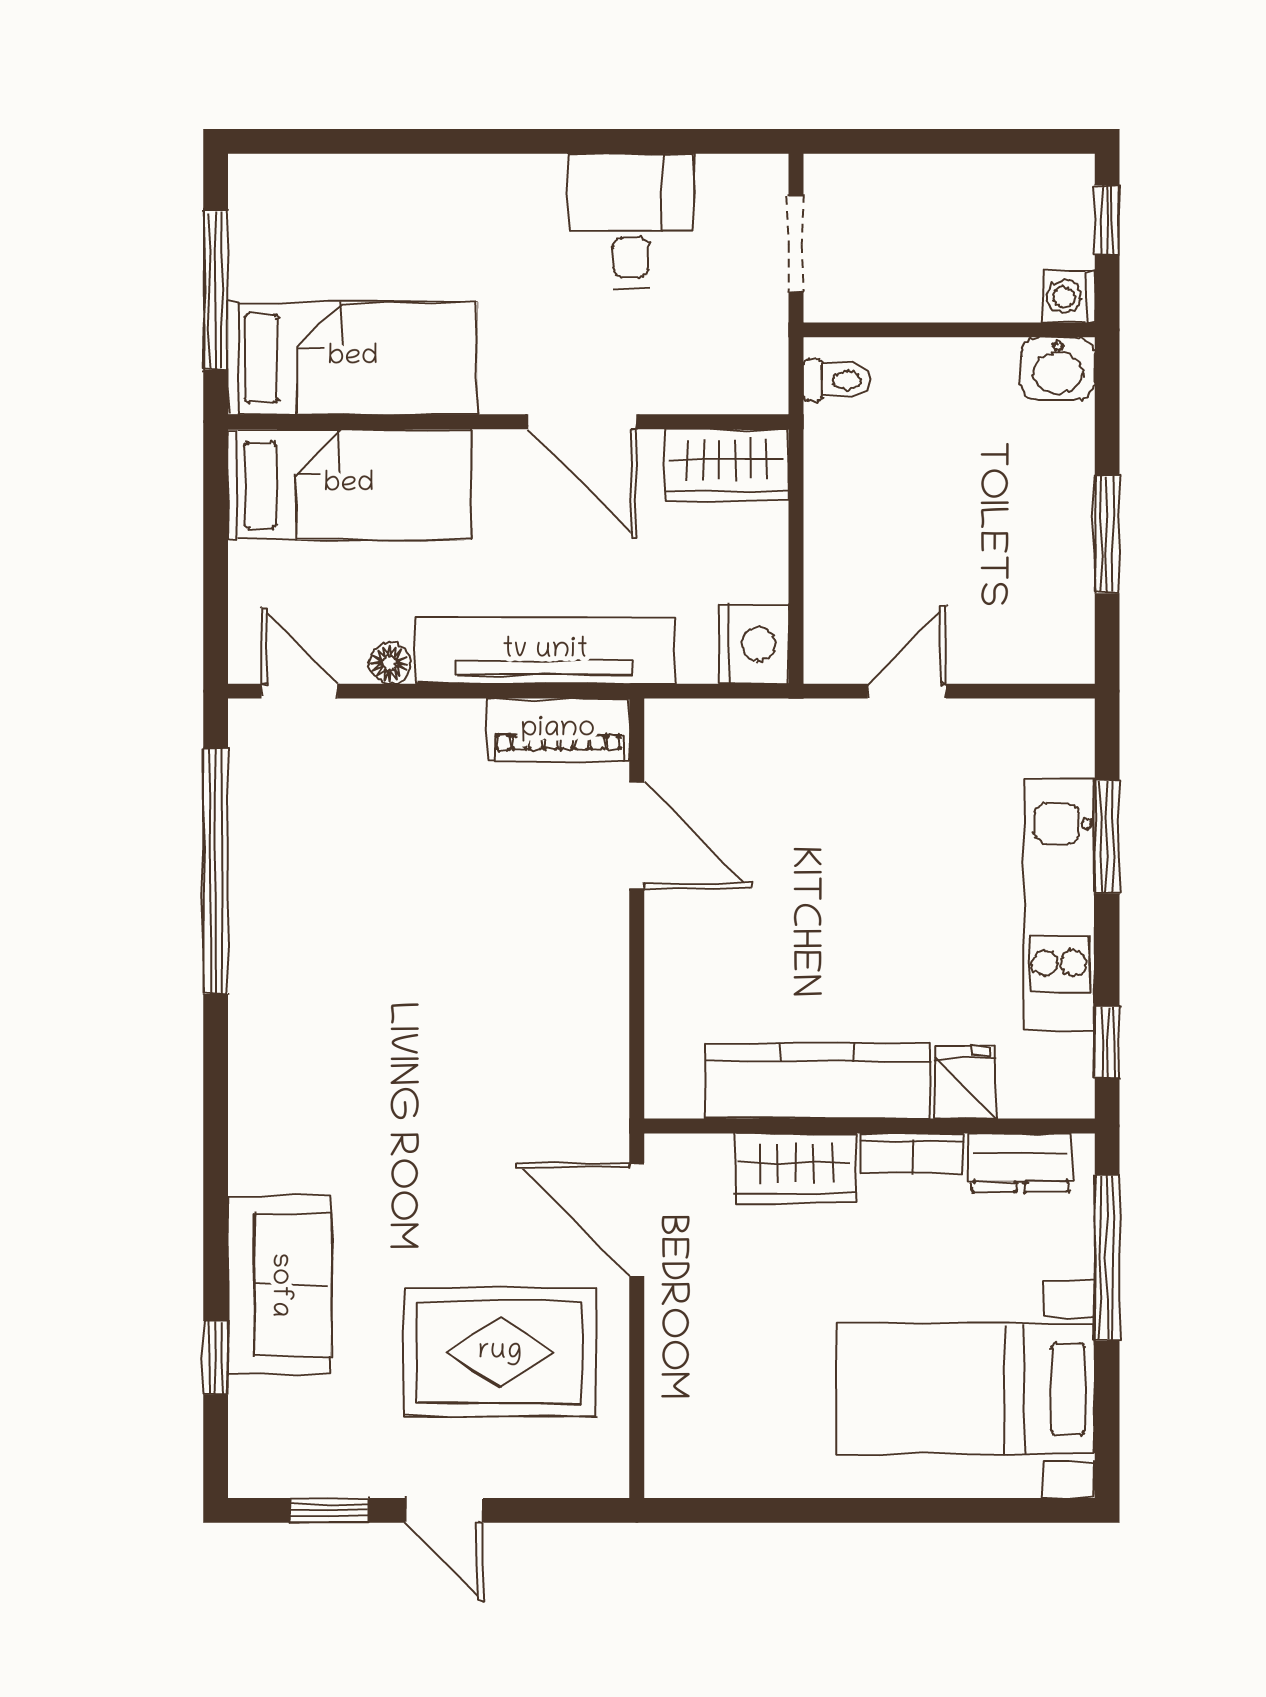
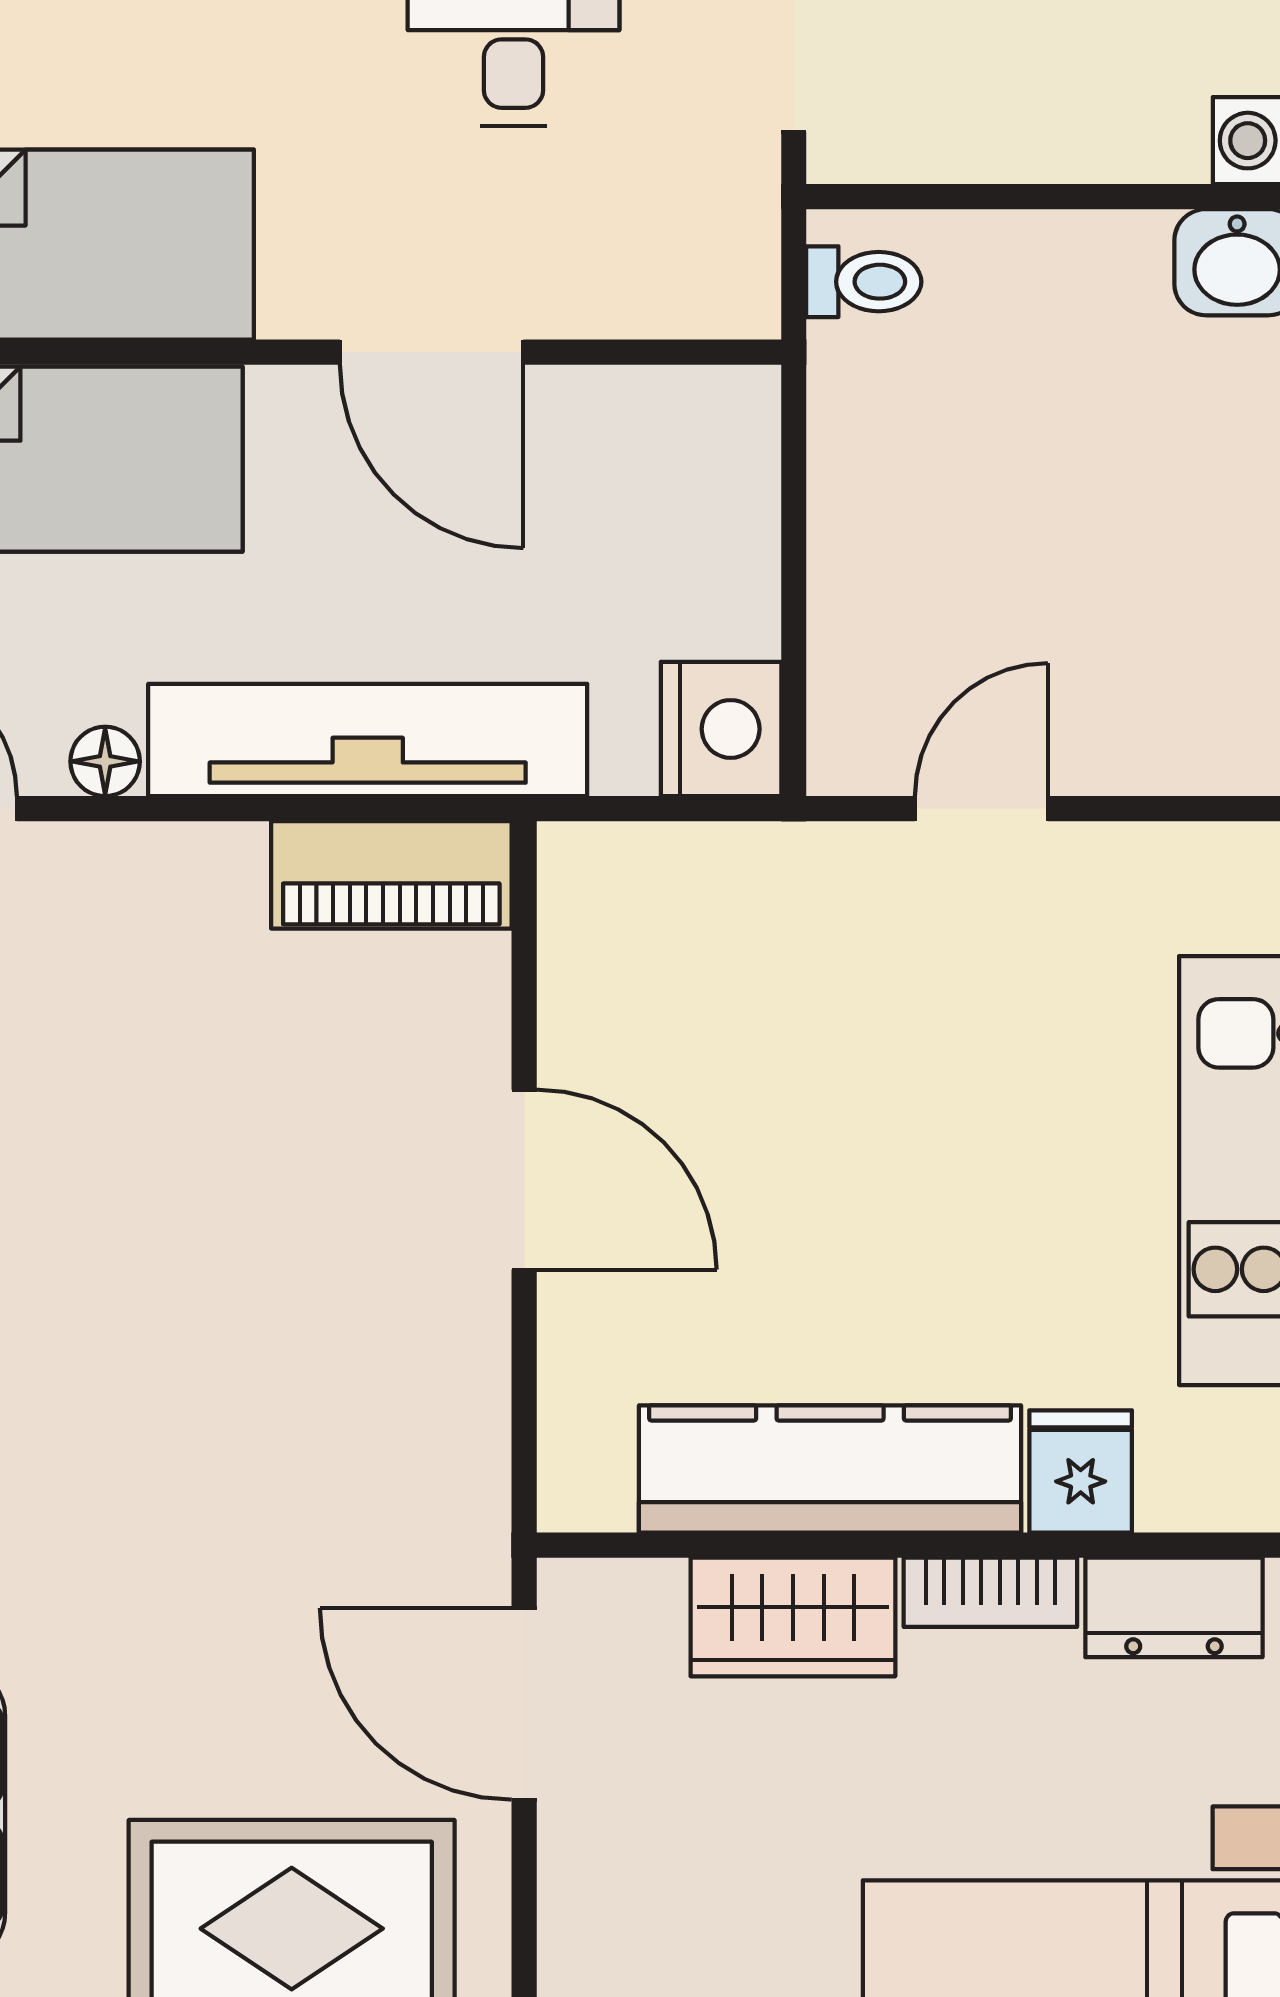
wardrobe: (727, 465) -> (676, 426), removed
door: (637, 835) -> (524, 1180), moved

